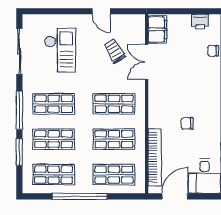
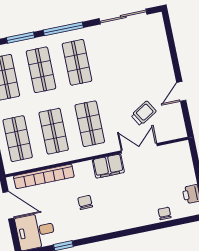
filing cabinet: (157, 29) -> (108, 166), moved
checkout: (60, 50) -> (133, 57), removed

